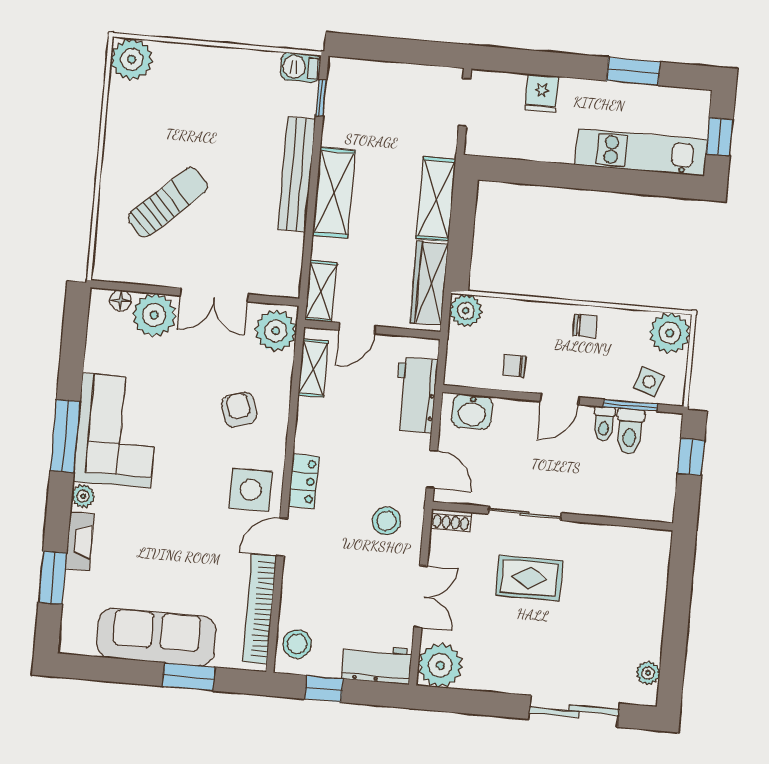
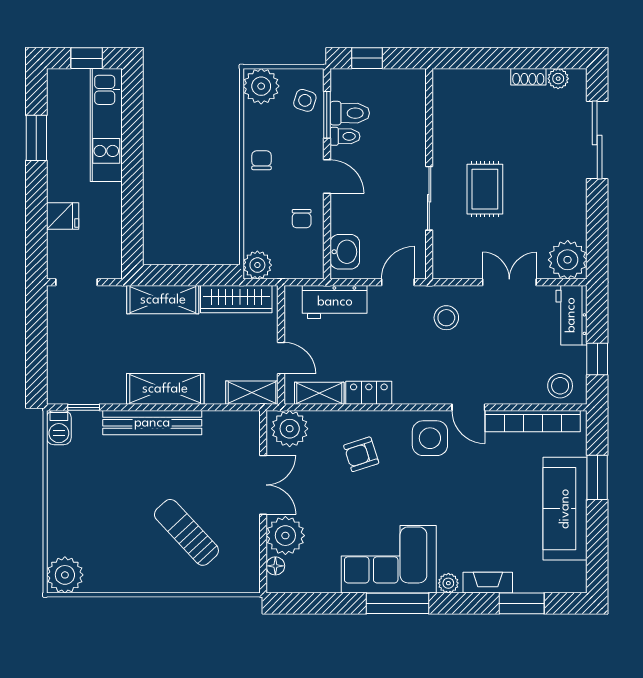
locker: (304, 481) -> (369, 393), moved
shoe rack: (451, 520) -> (528, 77), moved, turned 90

